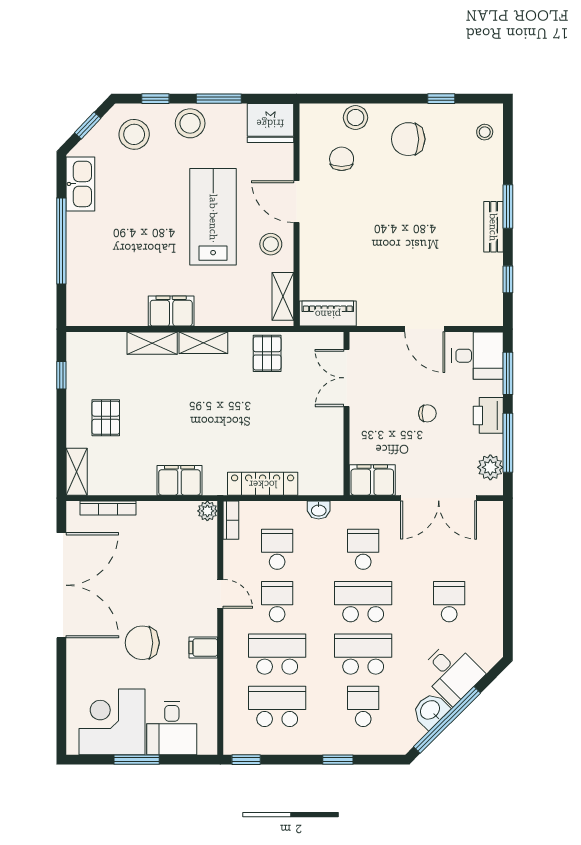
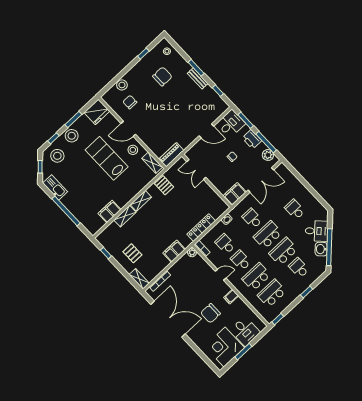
chair: (408, 139) -> (162, 76), moved, turned 180
filing cabinet: (171, 311) -> (110, 212), moved

